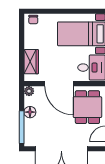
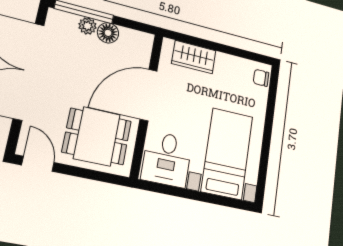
plant: (29, 91) -> (87, 26), moved

